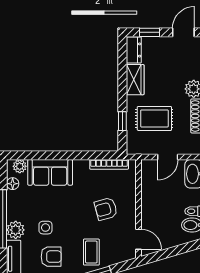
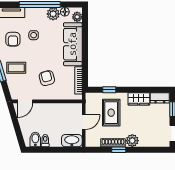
door: (168, 157) -> (84, 122), swing flipped
sofa: (50, 172) -> (73, 44), width x1.36
plant: (16, 230) -> (53, 14), moved

